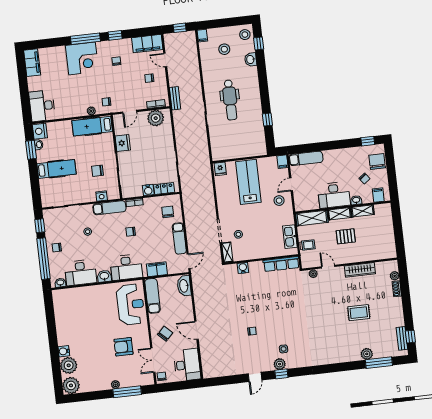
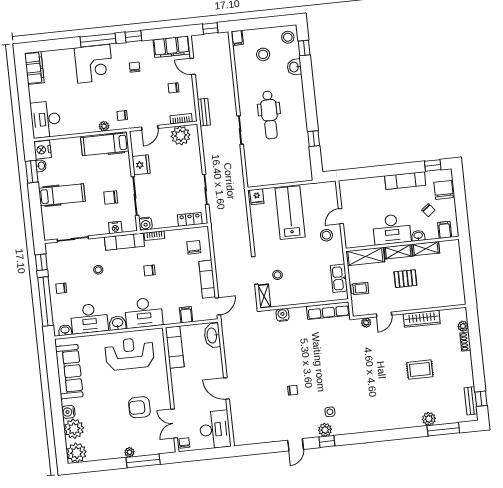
exam couch: (306, 158) -> (405, 180), moved
filing cabinet: (282, 162) -> (331, 189), removed
water cooler: (148, 190) -> (145, 224), moved
door: (328, 267) -> (384, 315), swing flipped
filing cabinet: (157, 269) -> (186, 315), width x0.50
reception desk: (131, 304) -> (130, 354), moved, turned -90
sofa: (64, 317) -> (69, 372), added
chair: (165, 334) -> (189, 392), removed

